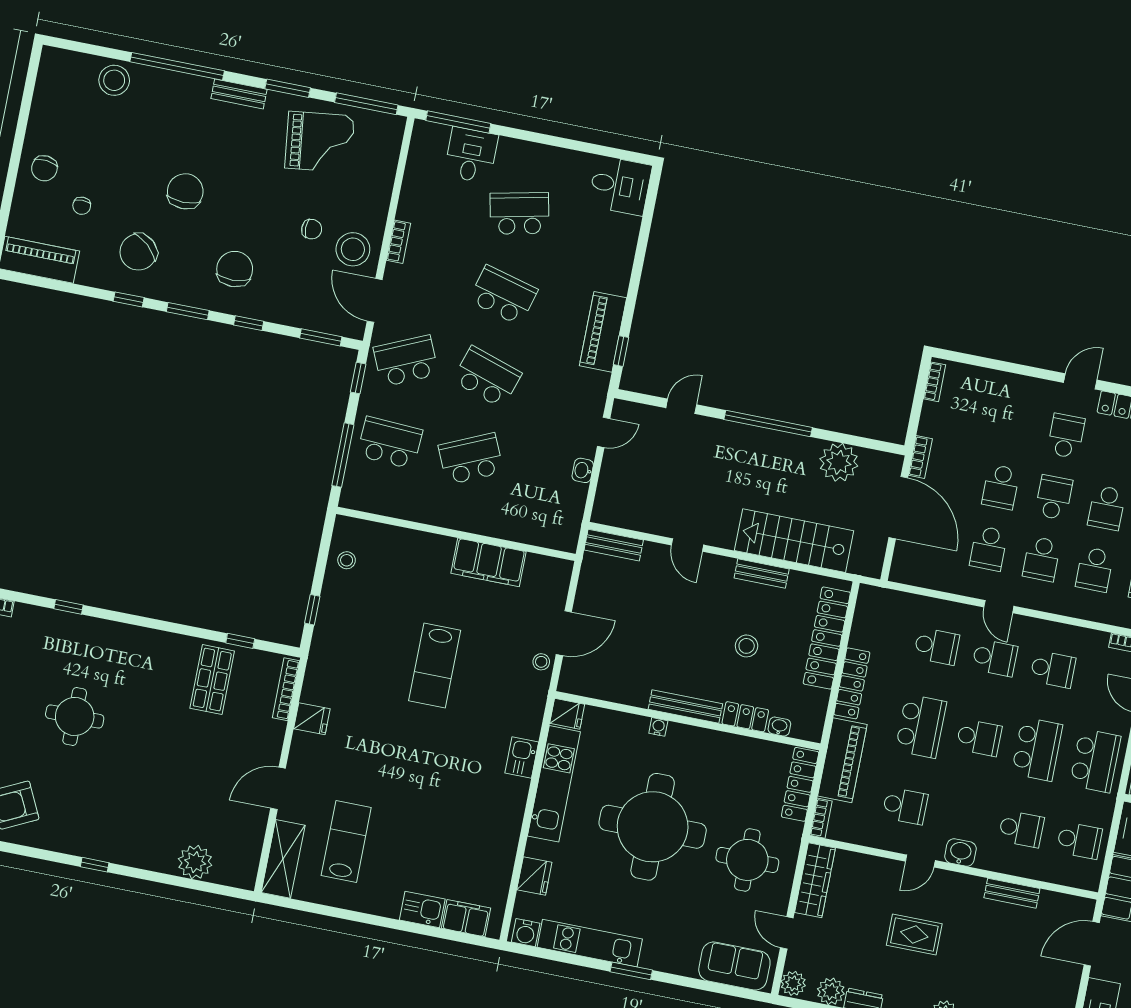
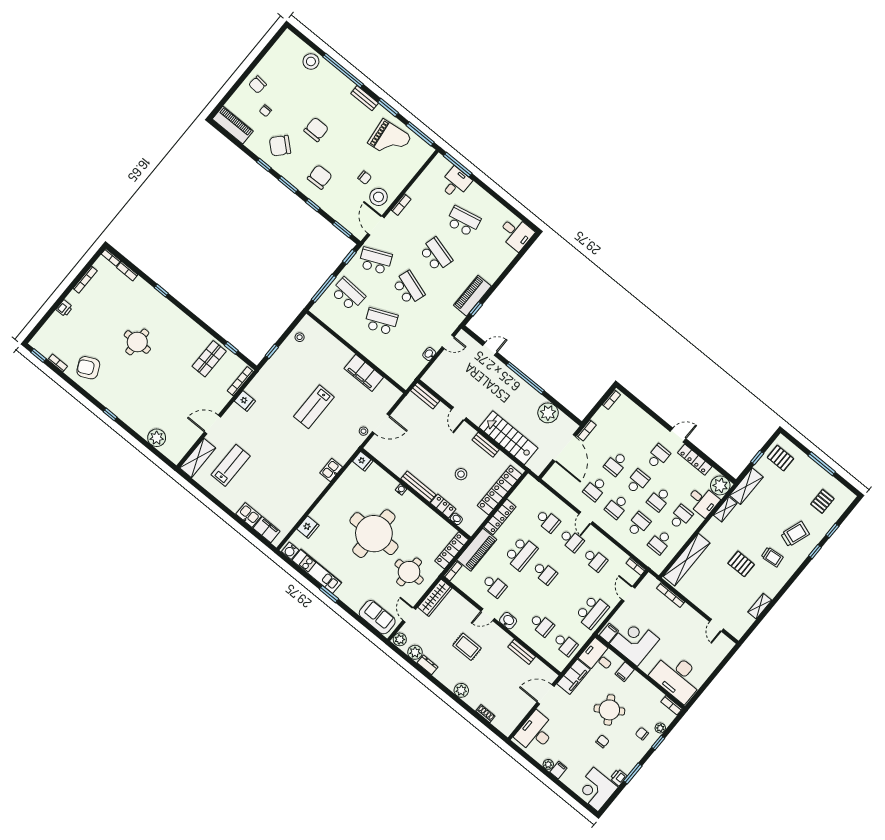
school desk: (1095, 569) -> (638, 524), turned 180
school desk: (1037, 749) -> (568, 592), removed
kitchen unit: (554, 784) -> (339, 490), removed

